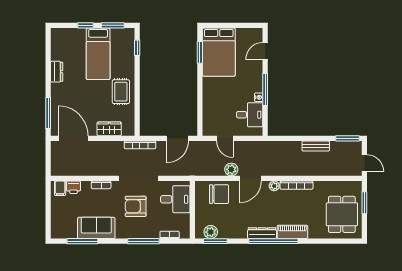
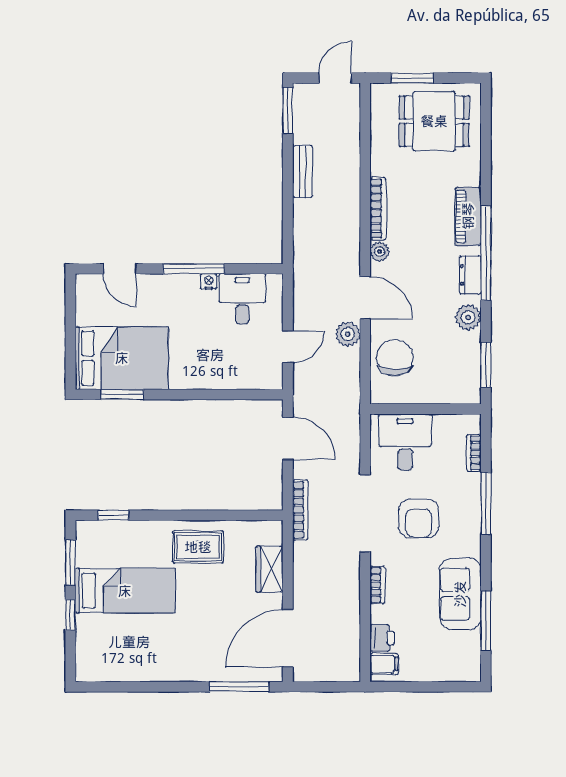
dresser: (57, 72) -> (159, 671), removed
plant: (211, 232) -> (468, 317), moved
dresser: (262, 233) -> (470, 275), width x0.70

